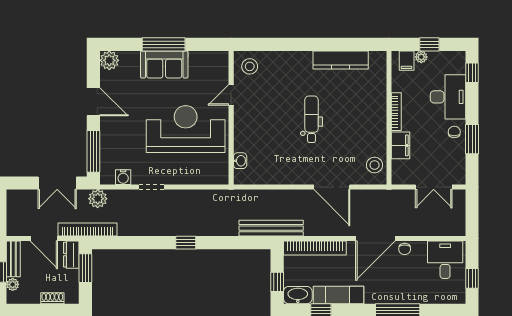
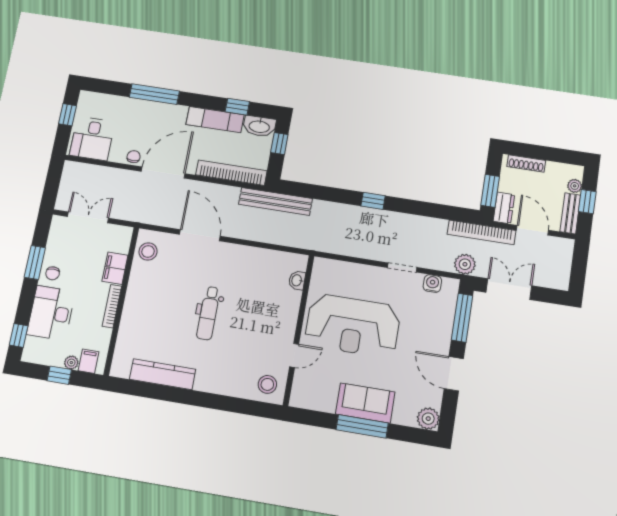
shoe rack: (52, 298) -> (526, 164), width x1.43

